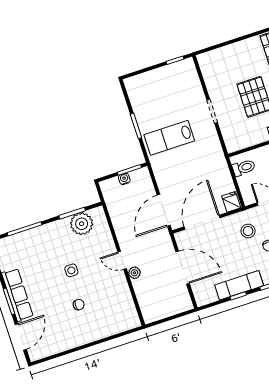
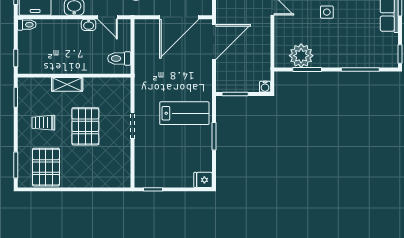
water cooler: (124, 179) -> (265, 87), moved
fridge: (231, 202) -> (203, 180), moved, turned 90

